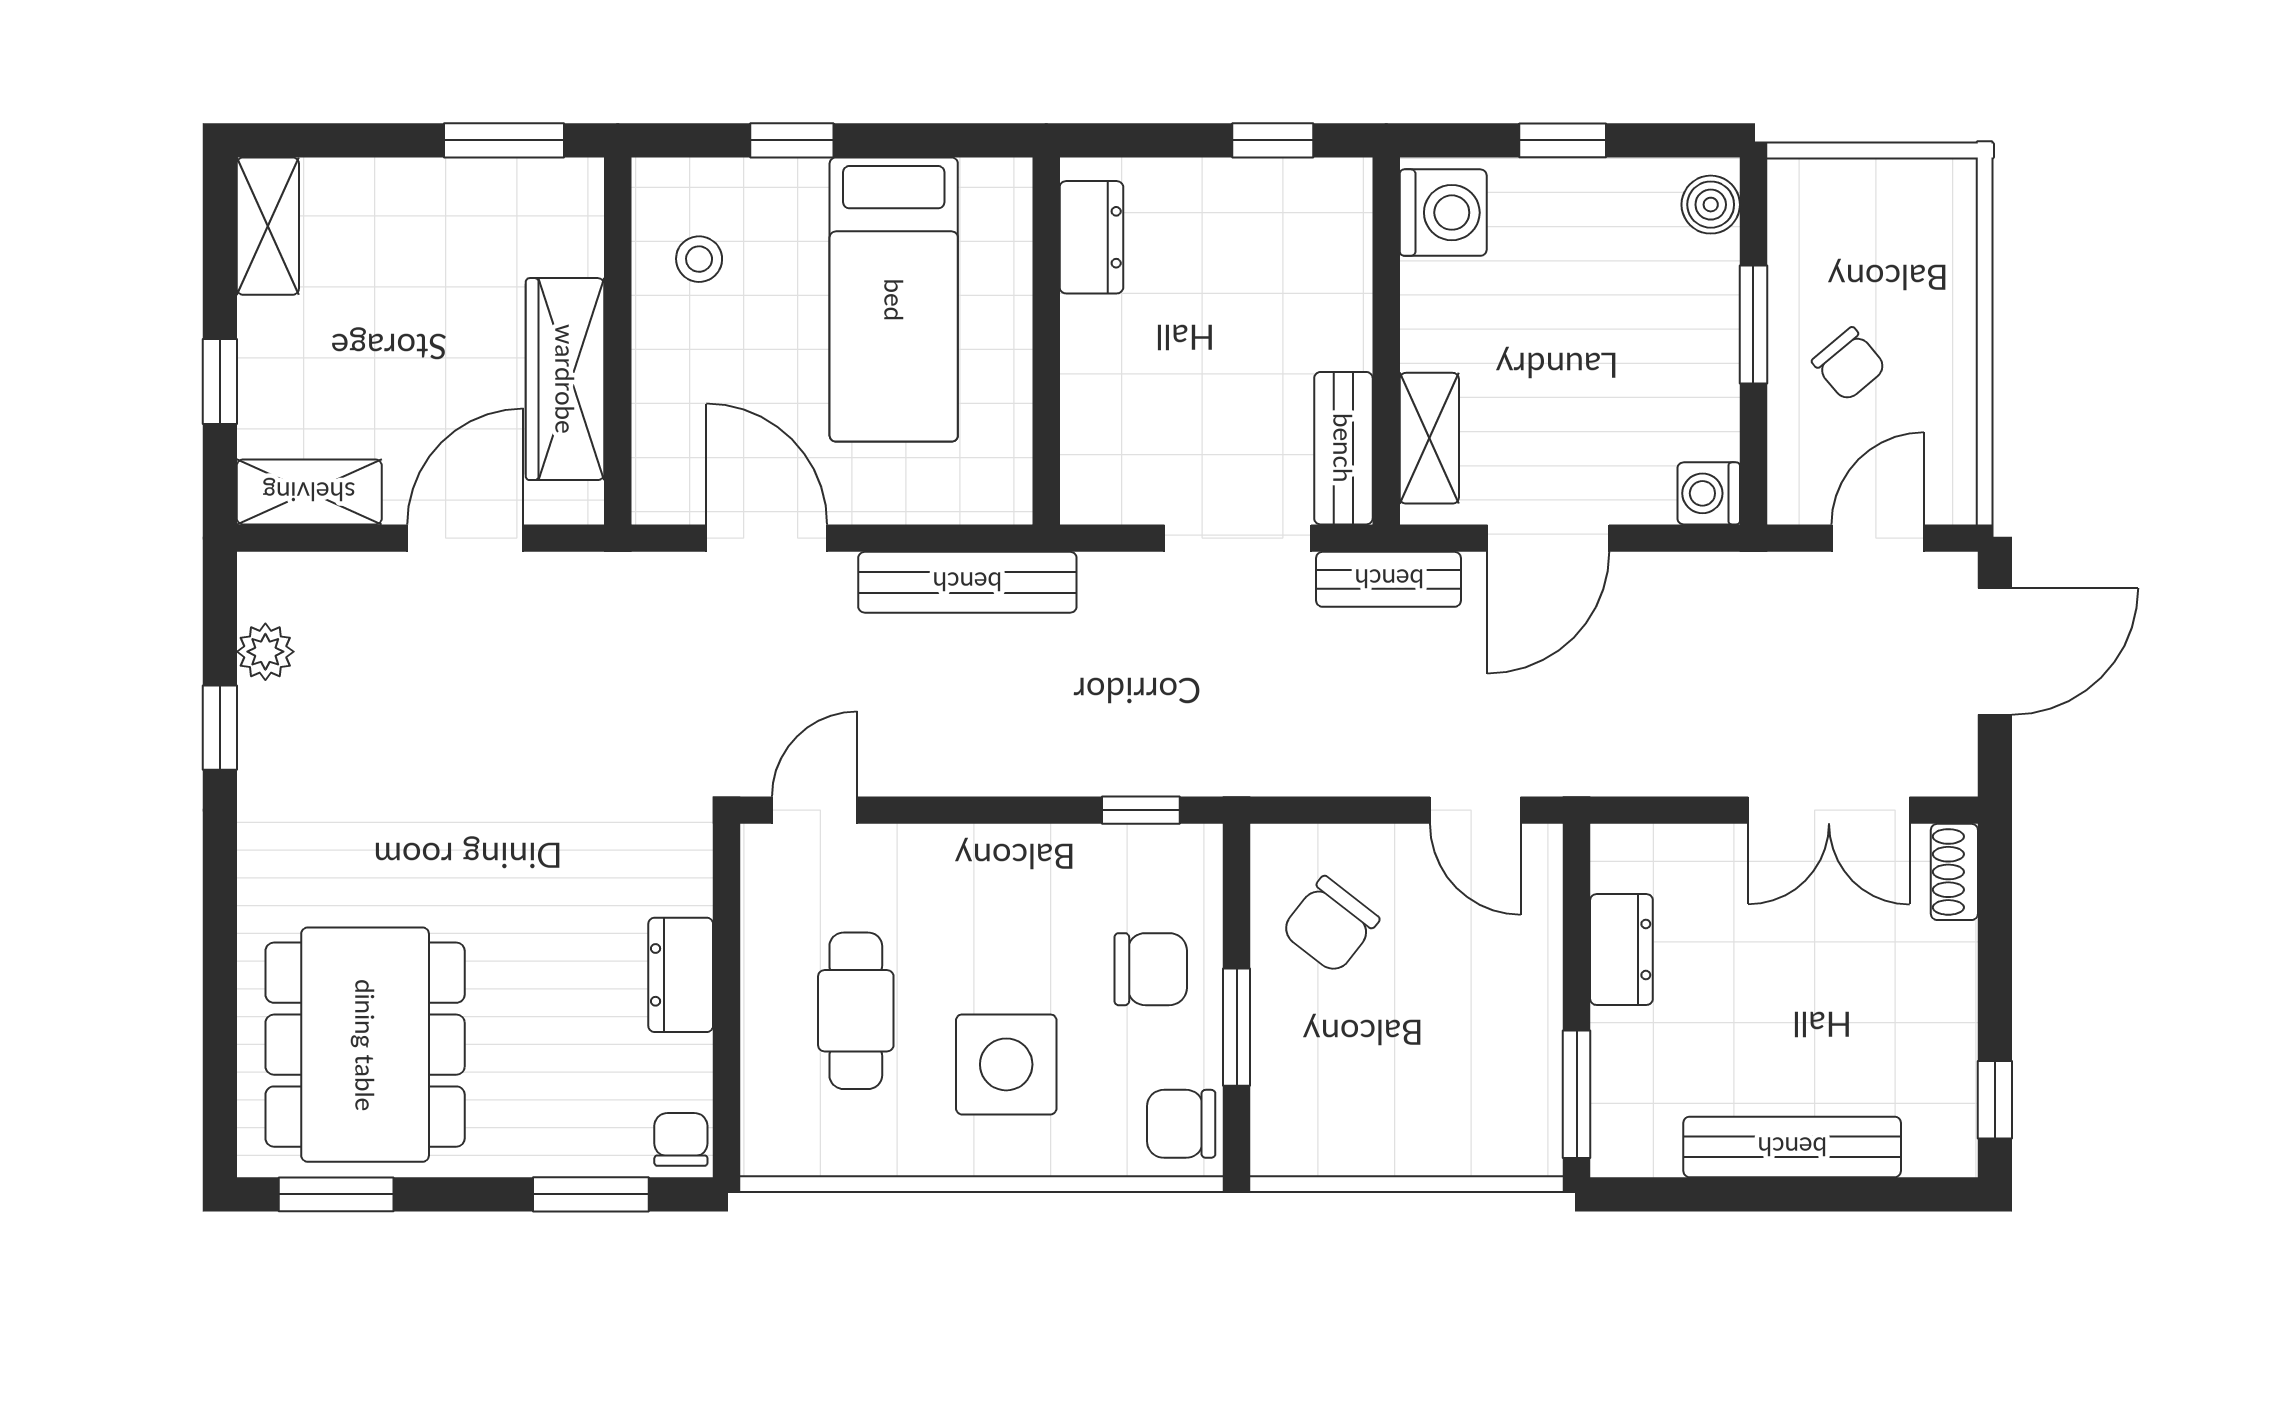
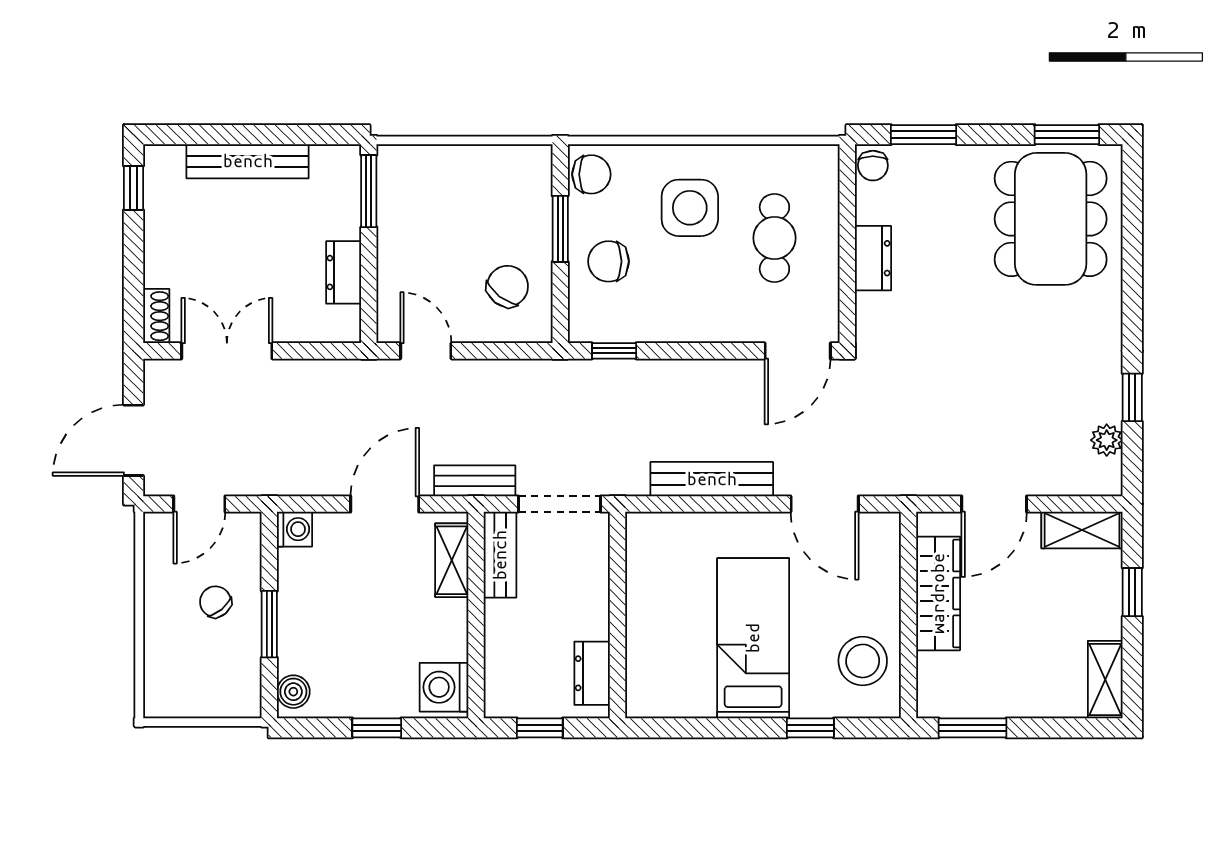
dresser: (1091, 237) -> (592, 673), moved
stool: (699, 259) -> (863, 661), width x1.89, depth x1.89
wall: (1046, 341) -> (618, 615), moved
door: (815, 810) -> (798, 351), width x1.38

